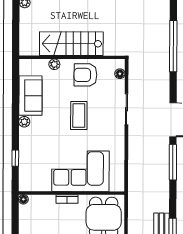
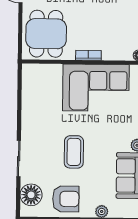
floor lamp: (120, 74) -> (31, 195), width x1.89, depth x1.89
corner sofa: (80, 171) -> (96, 88), moved

